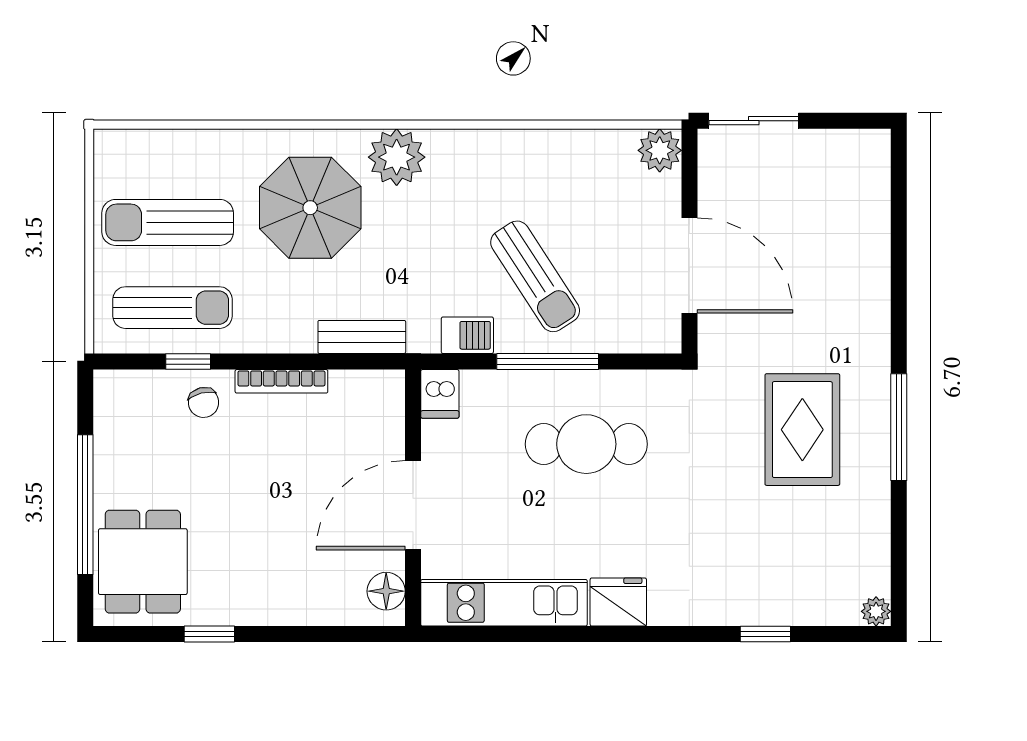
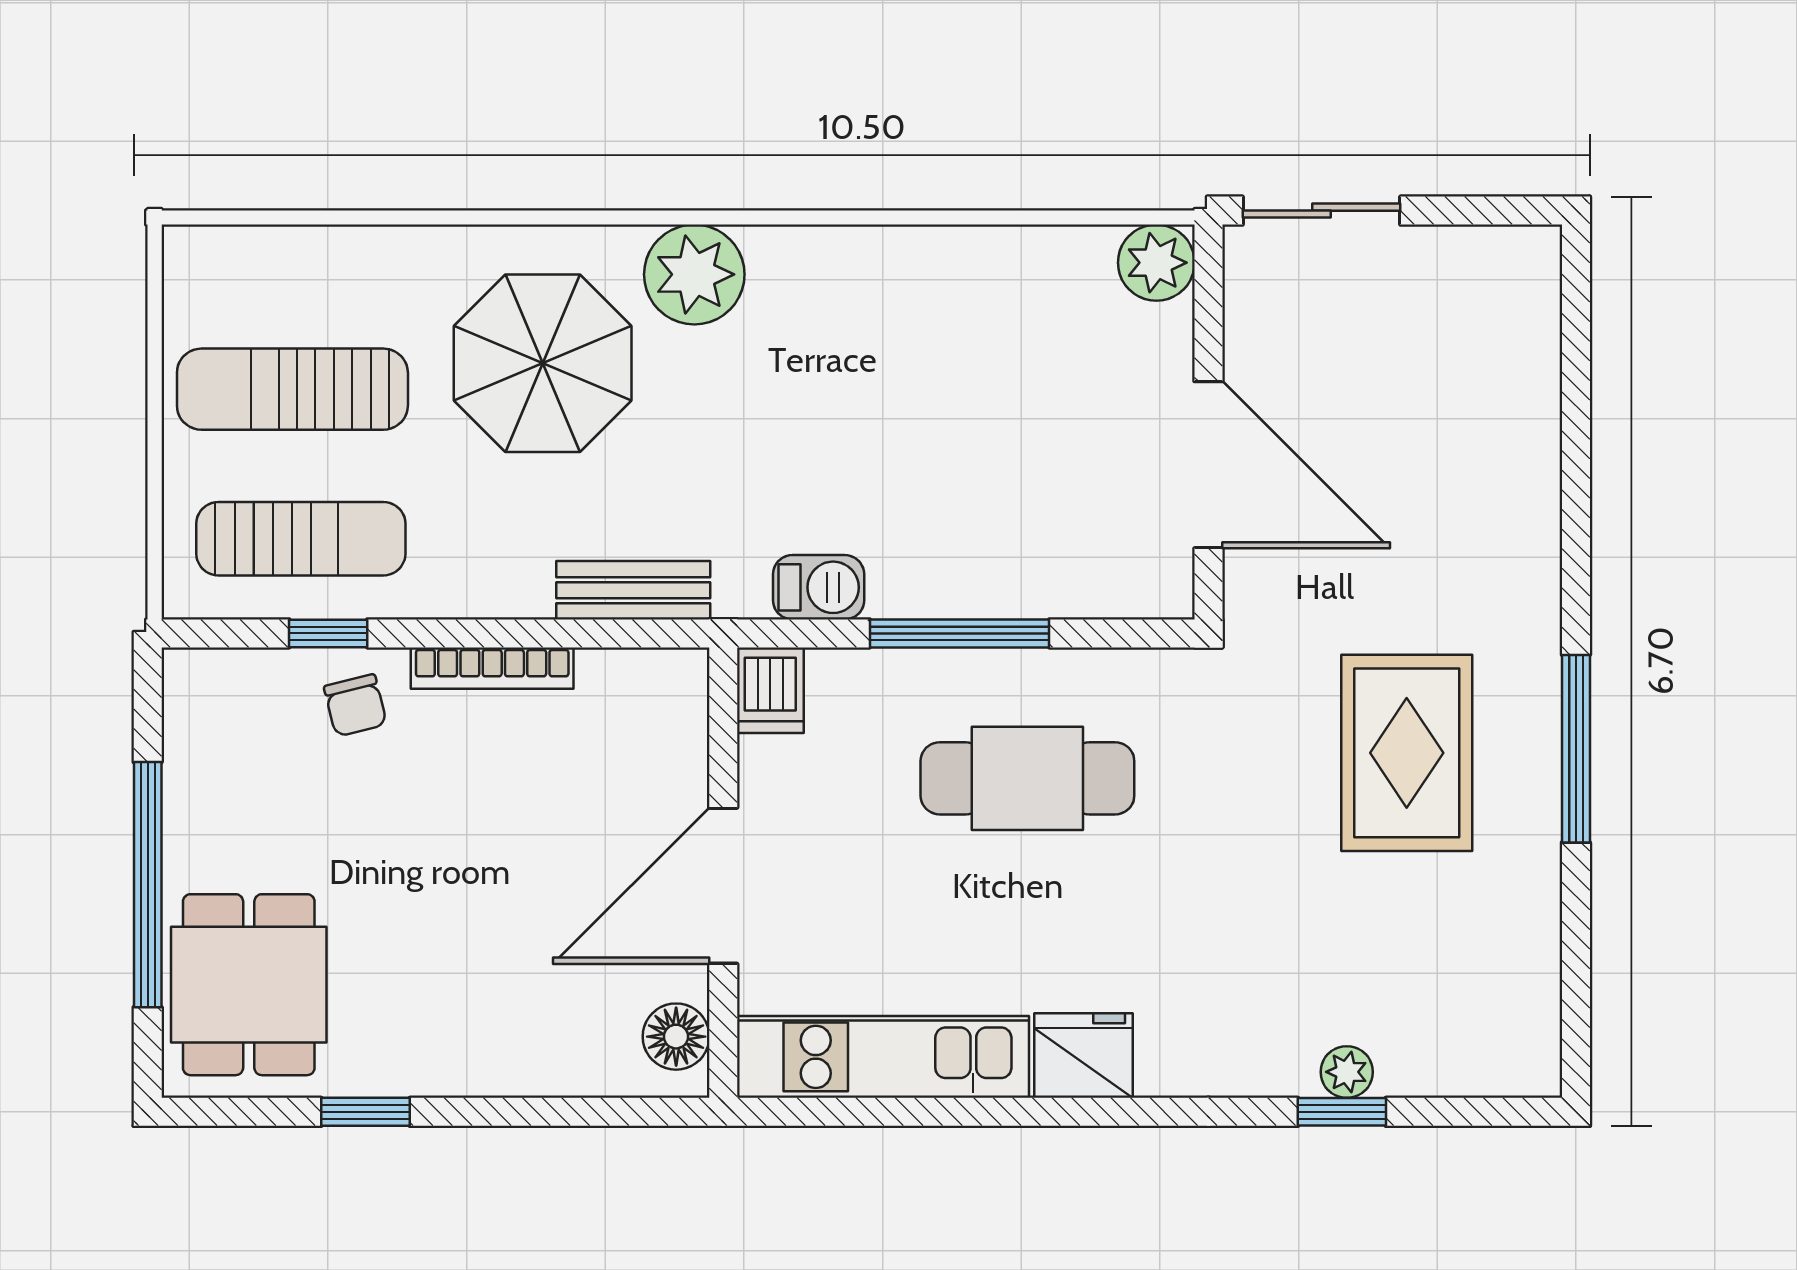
sun lounger: (535, 276) -> (938, 484), removed
plant: (876, 611) -> (1347, 1072), moved

